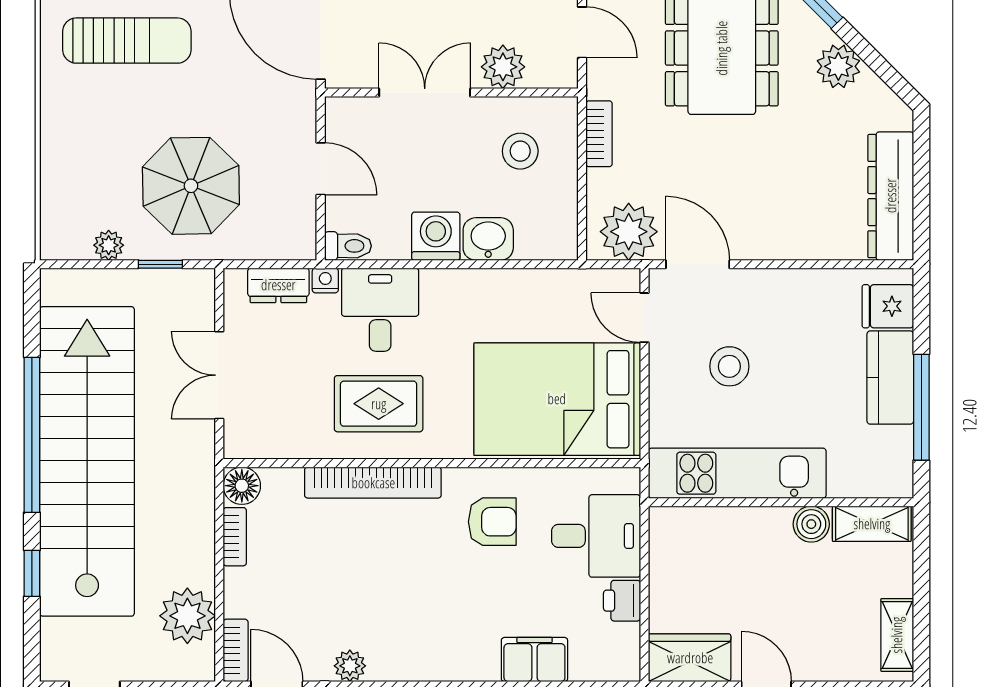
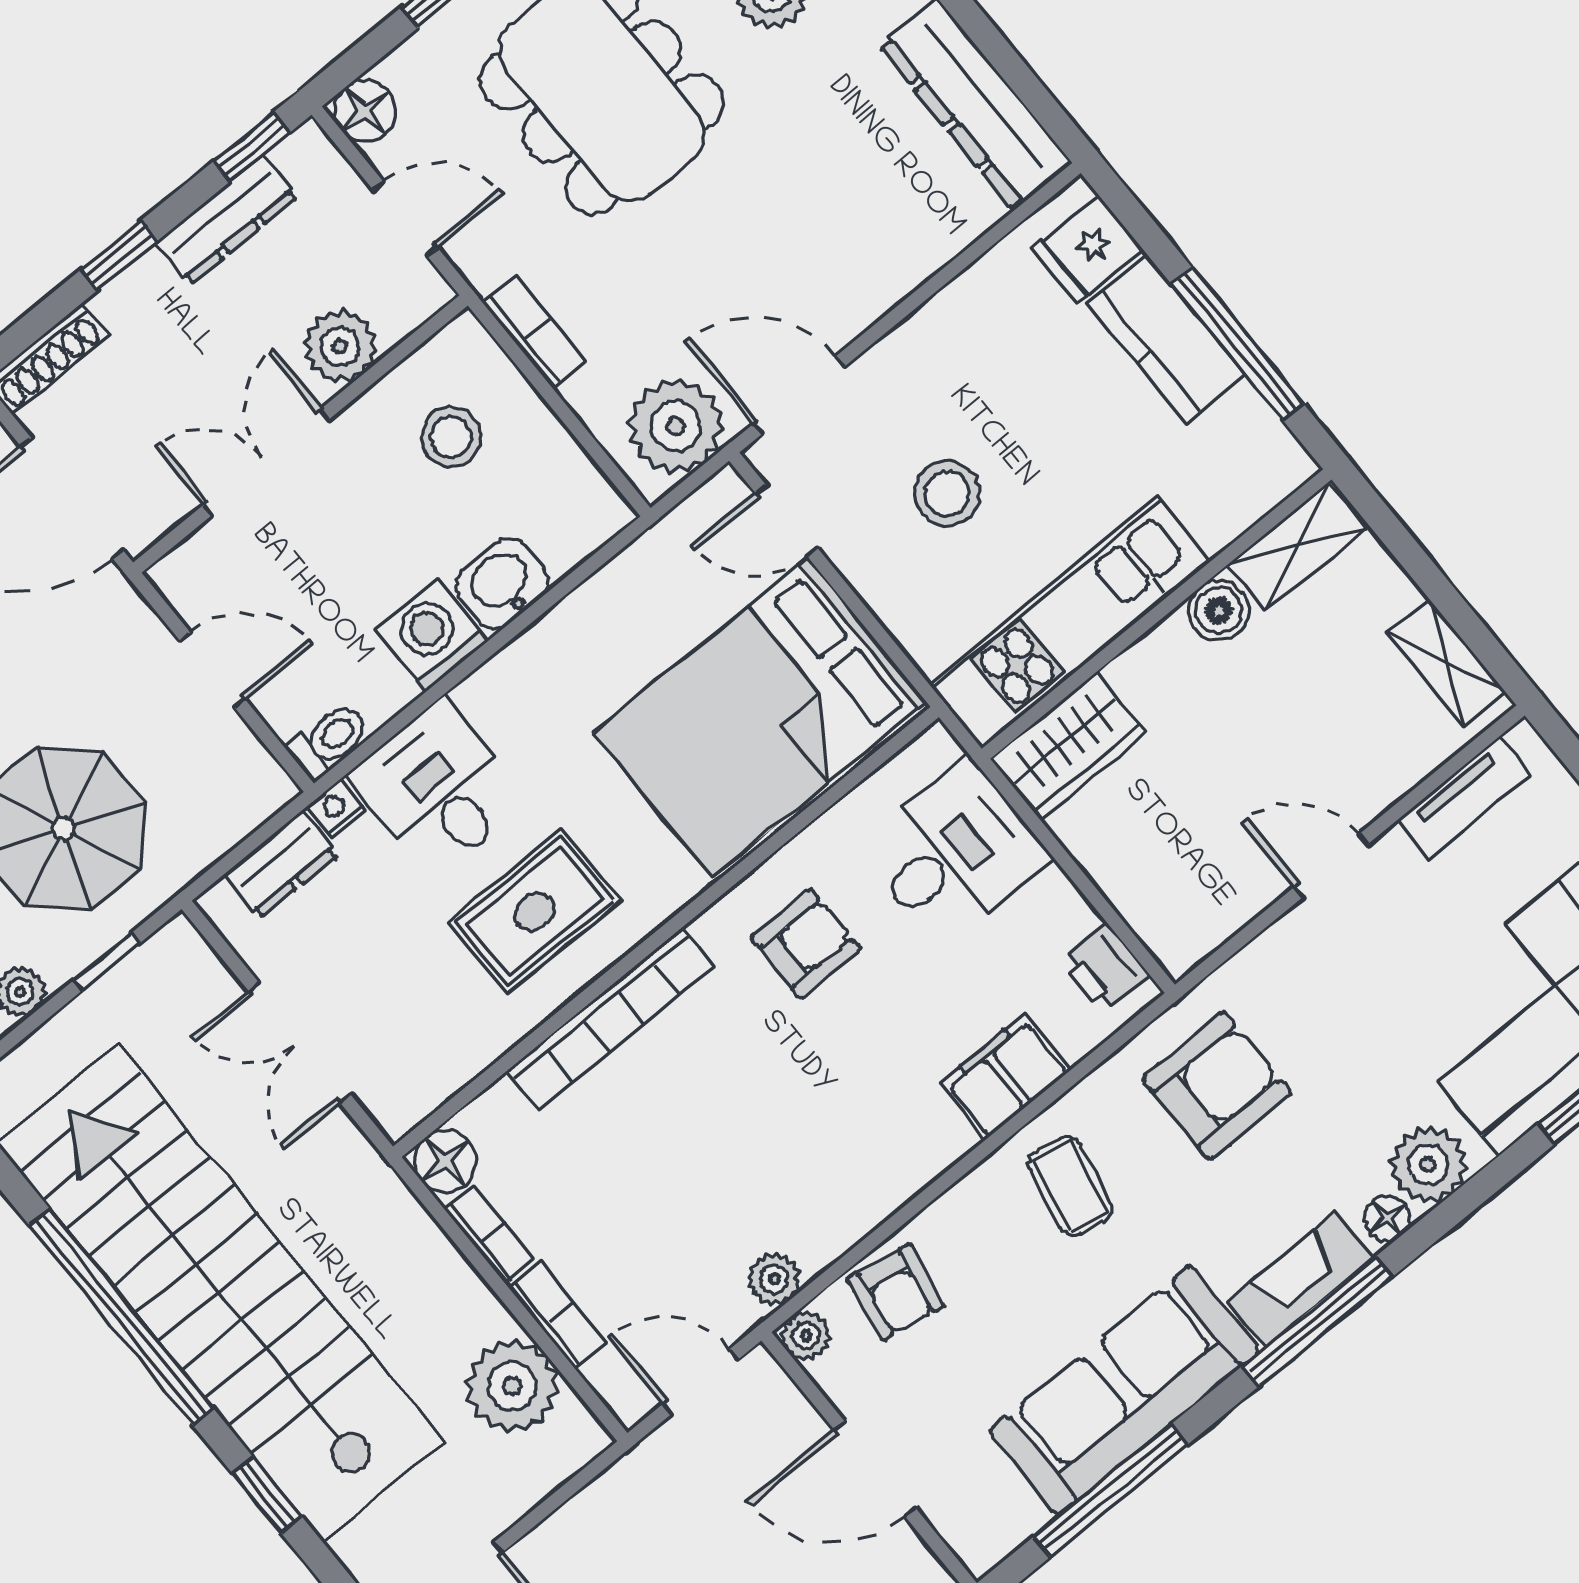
printer: (622, 601) -> (1105, 968), moved
bookcase: (236, 650) -> (558, 1315), moved
wardrobe: (690, 658) -> (1068, 746), moved, turned 180

